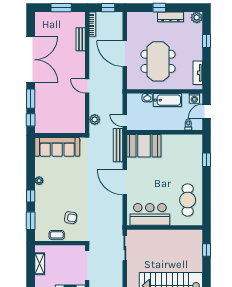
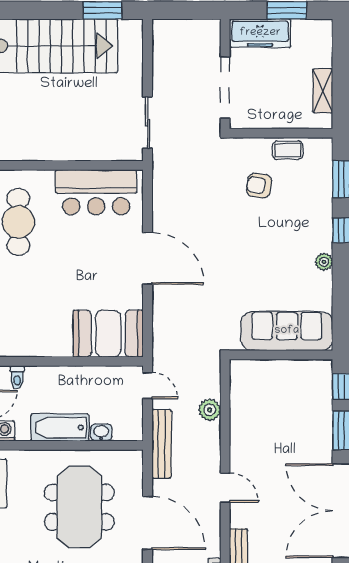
door: (87, 86) -> (225, 488), moved
plant: (95, 120) -> (210, 410), moved
bench: (118, 145) -> (161, 444), moved

